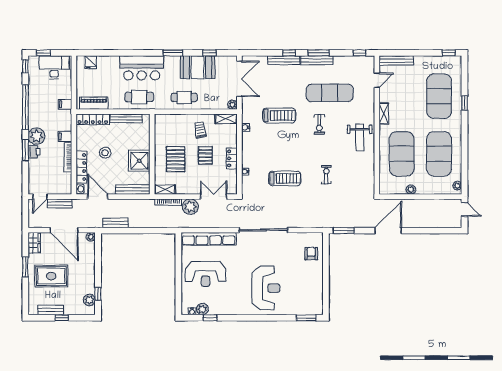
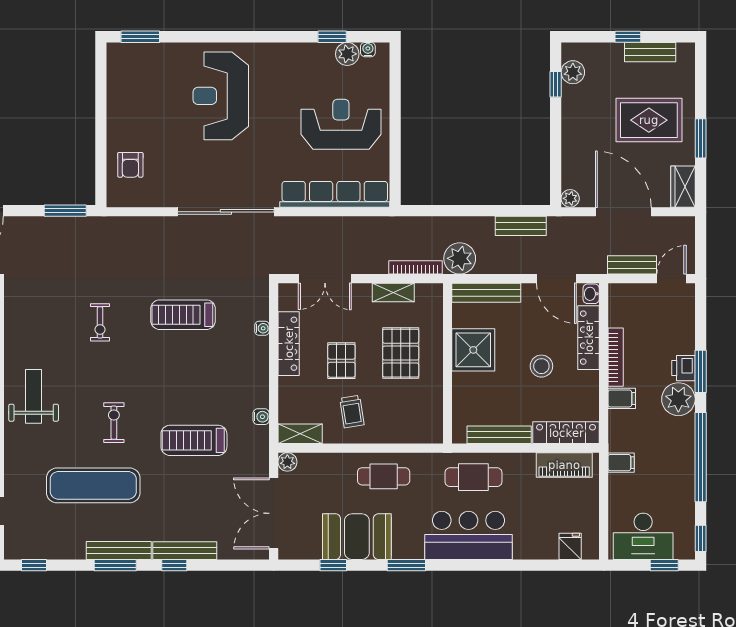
locker: (232, 158) -> (289, 344), width x1.53
shelving: (165, 190) -> (393, 293), moved
plant: (190, 207) -> (460, 258), moved

